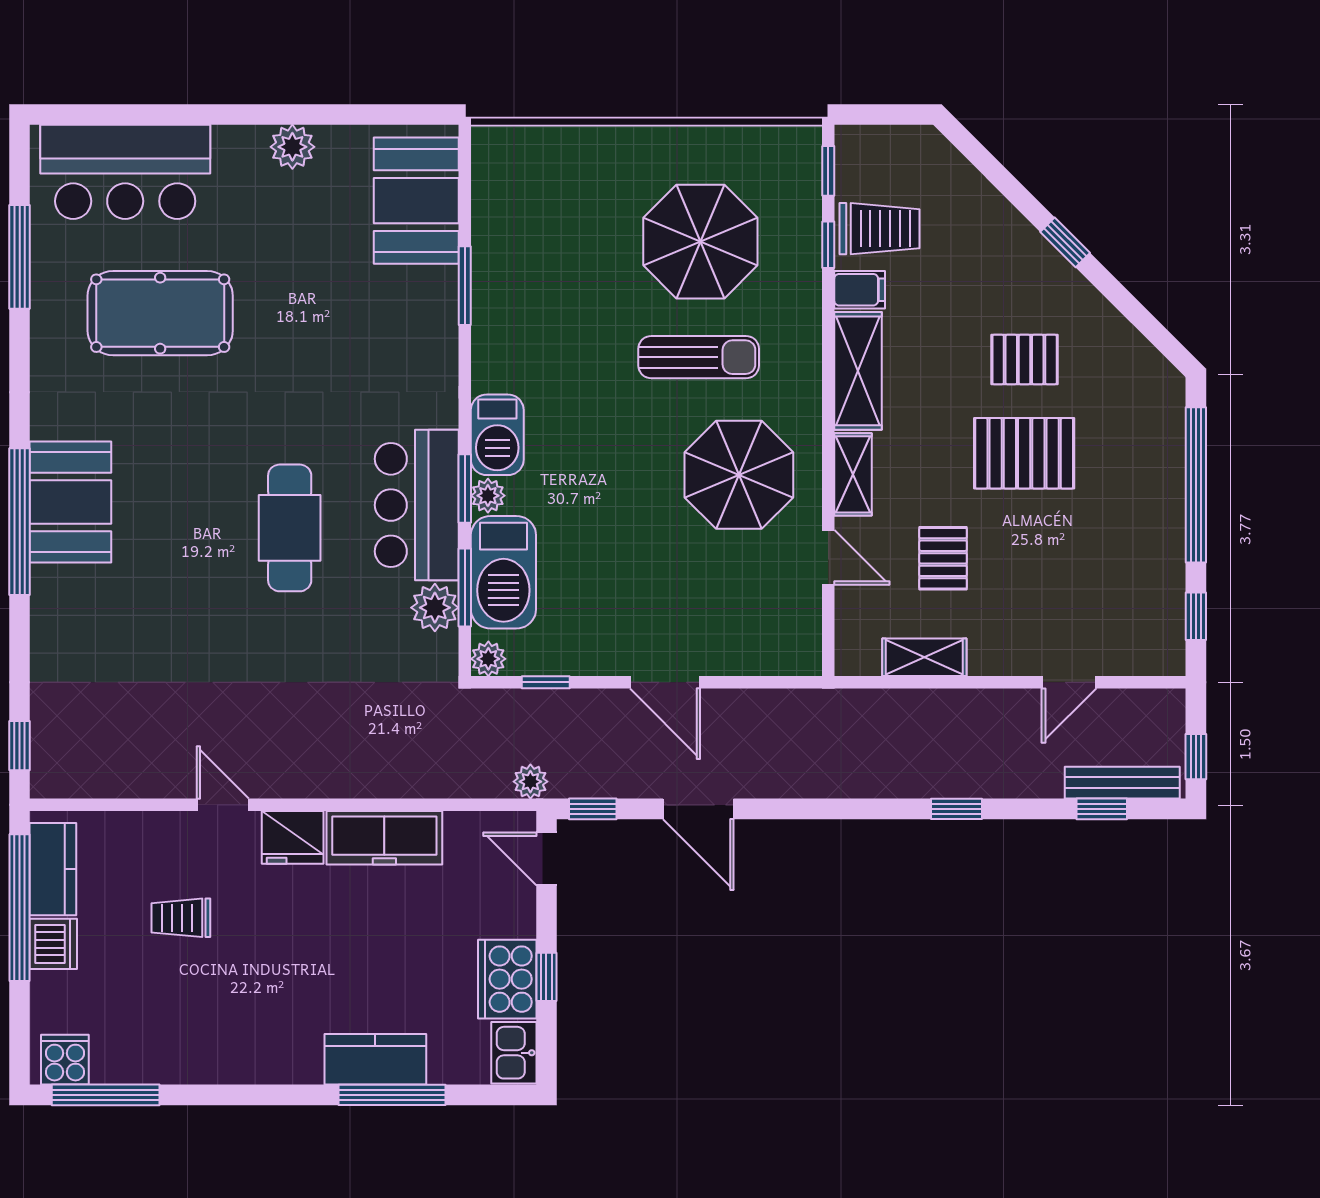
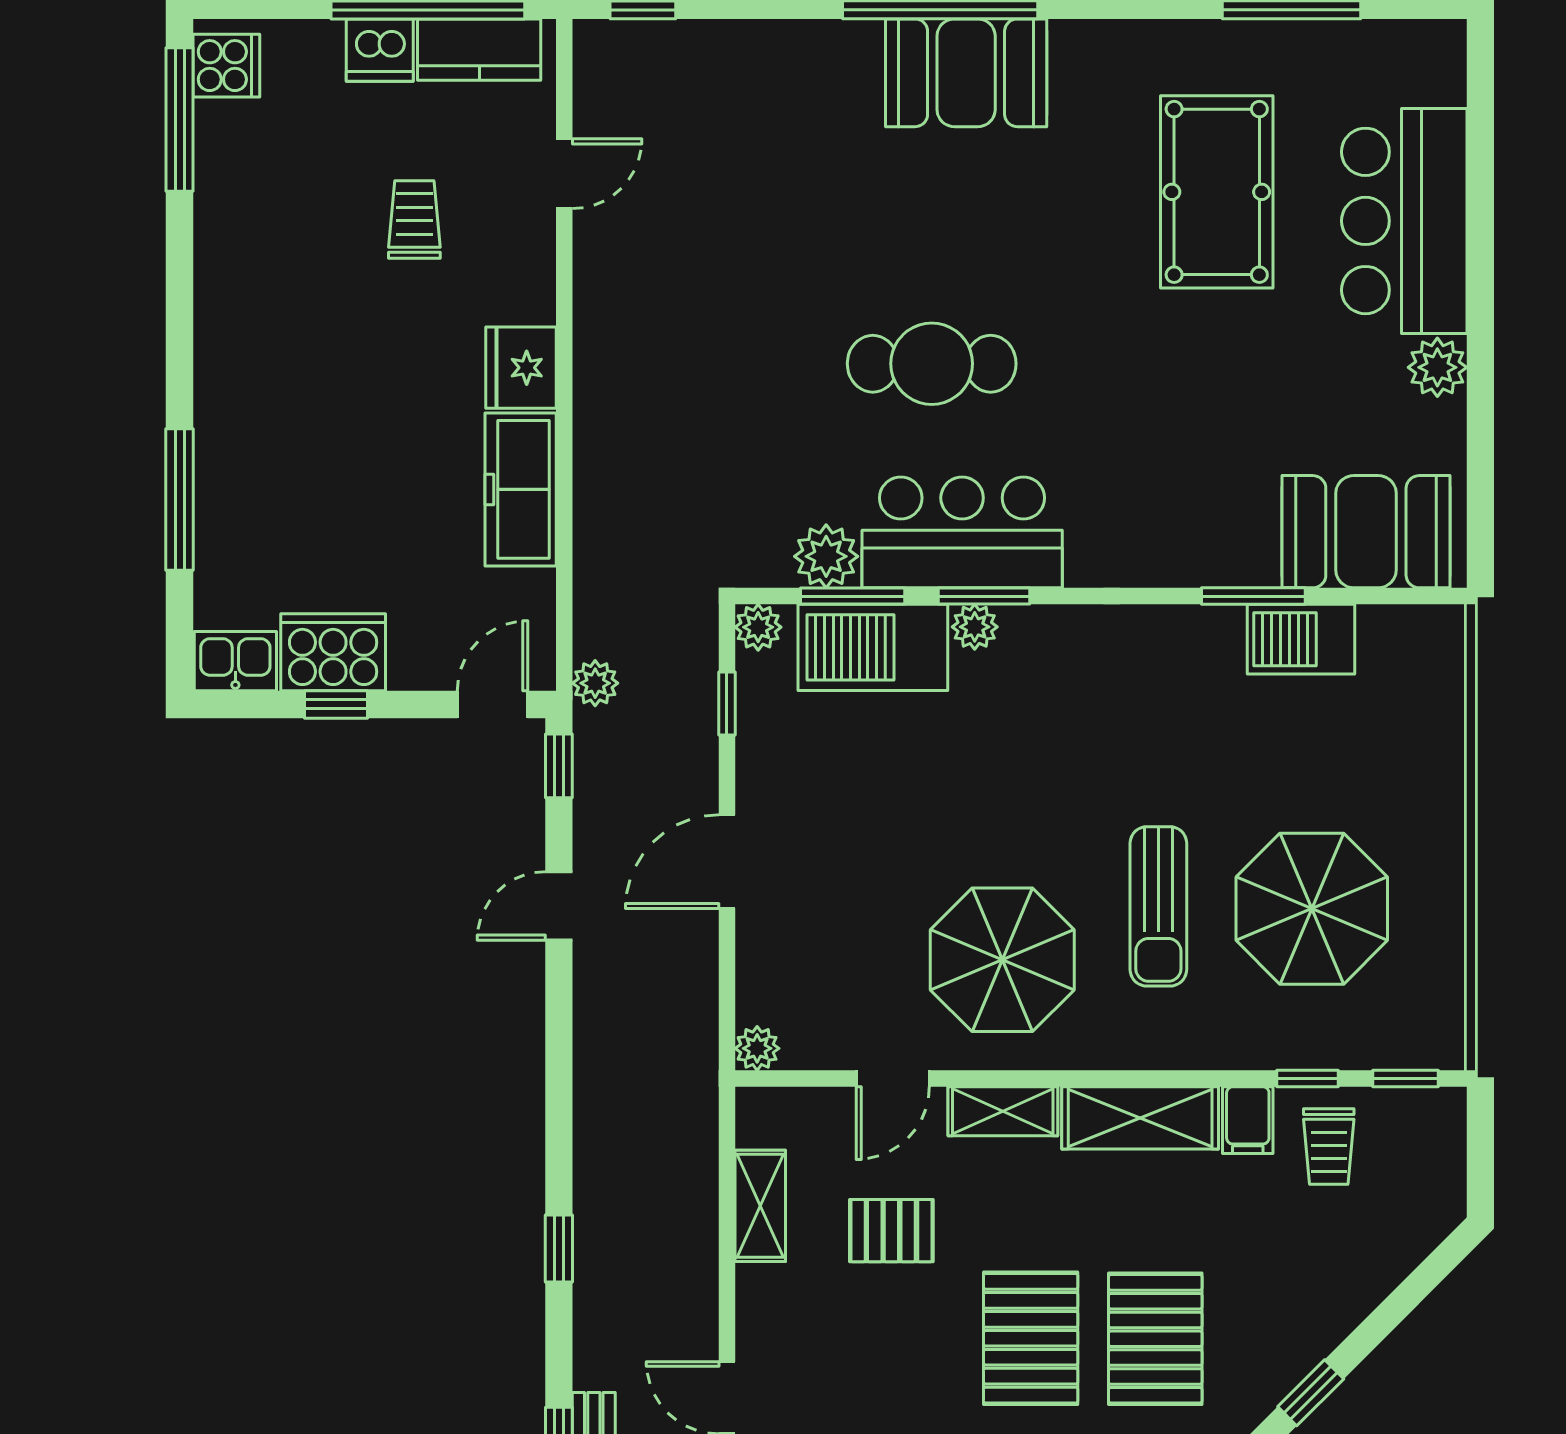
bar counter: (125, 172) -> (1404, 221), moved
trolley: (880, 229) -> (1329, 1146), width x0.73, depth x0.72
pallet: (1025, 360) -> (1155, 1339), width x1.50, depth x1.42
barbecue: (497, 435) -> (1301, 639), moved
plant: (806, 660) -> (757, 1048), added
door: (223, 805) -> (564, 174), moved
door: (698, 809) -> (559, 906), width x0.73
kitchen counter: (375, 1059) -> (227, 478), removed

